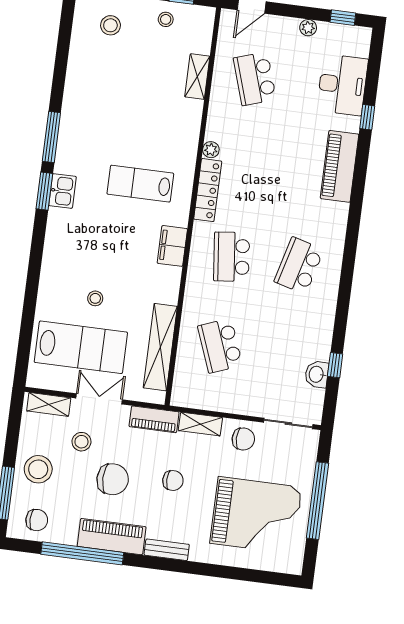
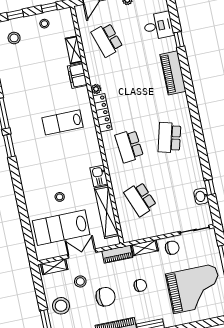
desk: (342, 85) -> (158, 26), width x0.73
kitchen sink: (62, 191) -> (99, 176), moved, turned 180
filing cabinet: (172, 246) -> (77, 76), moved
lab bench: (81, 347) -> (61, 228), turned 180

